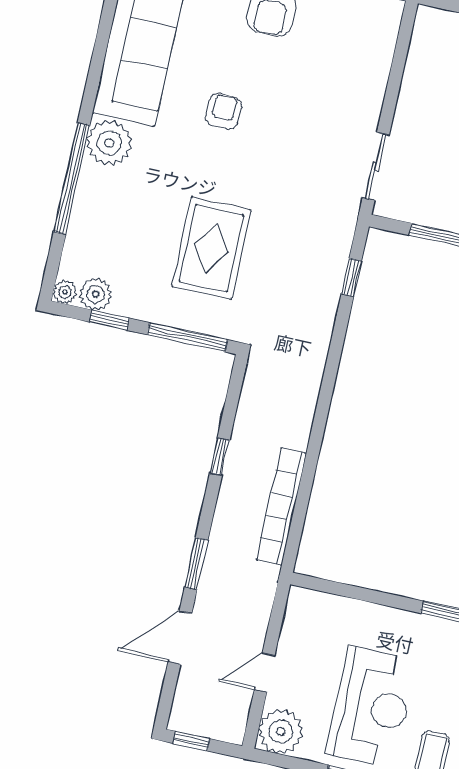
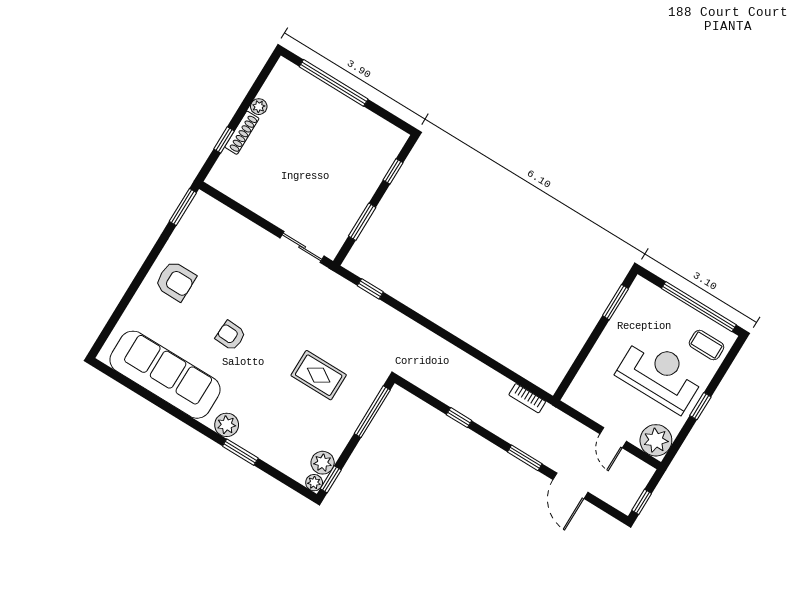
plant: (109, 143) -> (227, 425), width x0.73, depth x0.73
window: (72, 179) -> (240, 452), width x0.47
rug: (211, 248) -> (319, 375), width x0.73, depth x0.70
window: (109, 320) -> (331, 479), moved
bookcase: (281, 506) -> (527, 398), width x0.43, depth x0.76

